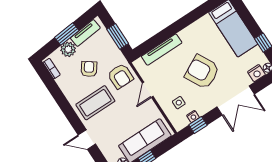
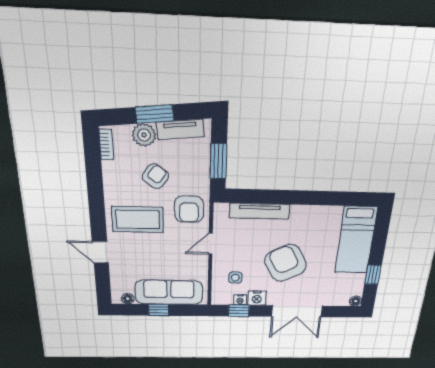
nightstand: (256, 73) -> (257, 298), moved

